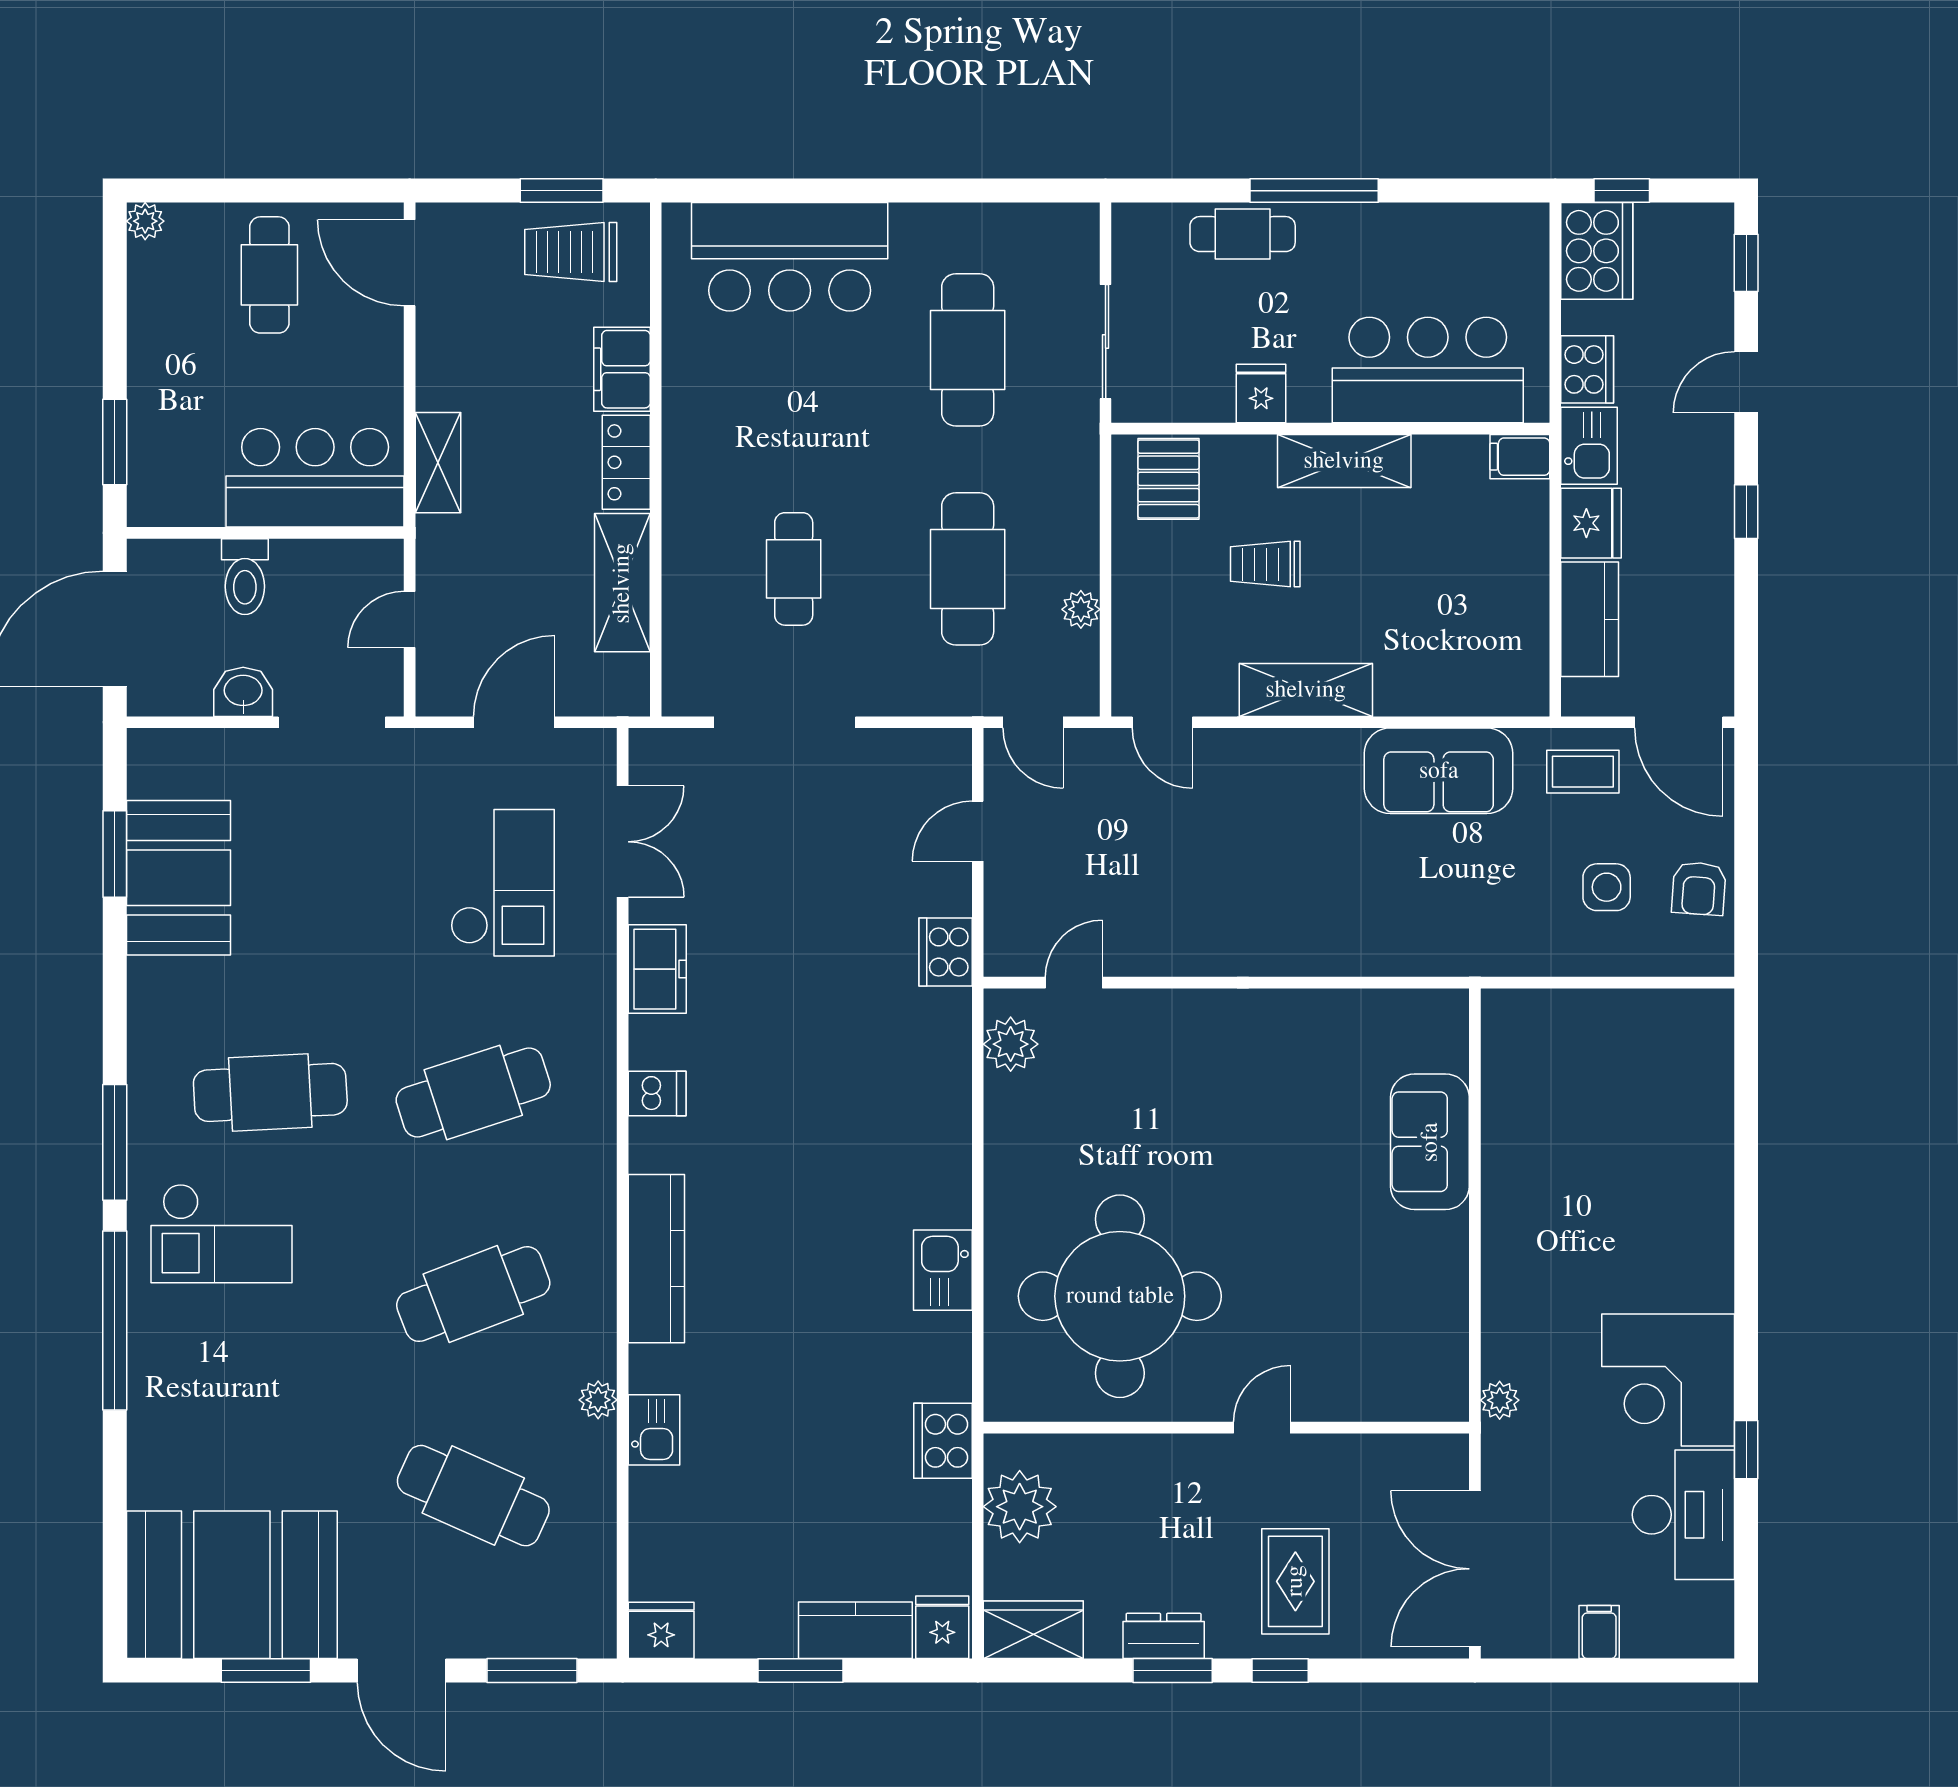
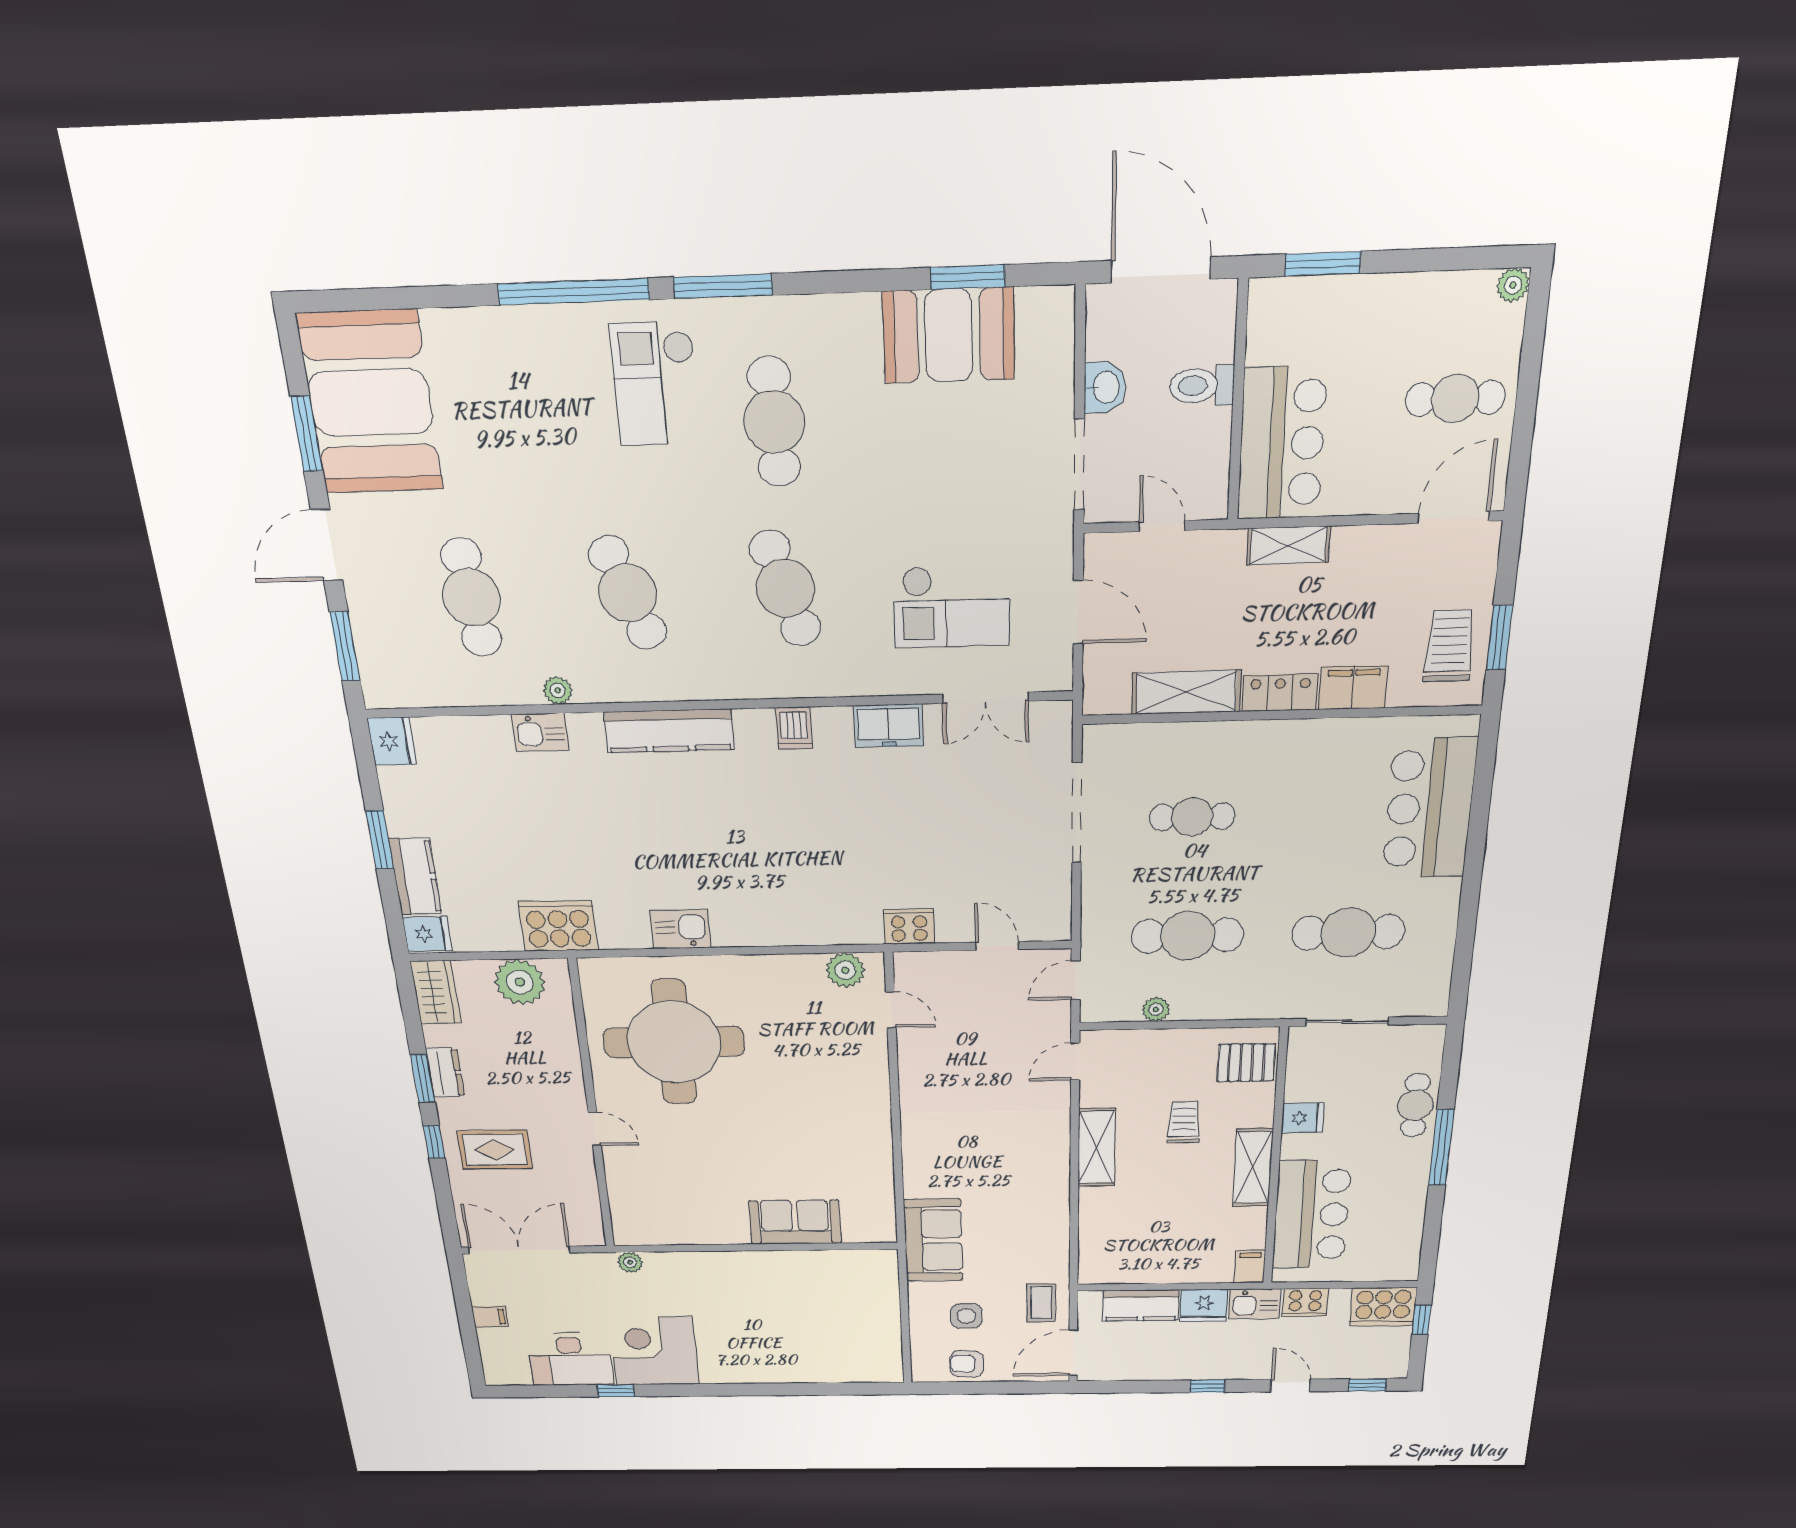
sofa: (1439, 771) -> (933, 1240), moved, turned 180
cooker: (943, 1441) -> (558, 926), width x1.37, depth x1.31
cafe table: (473, 1496) -> (471, 598), turned -30

